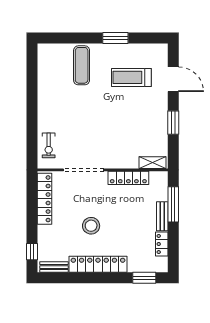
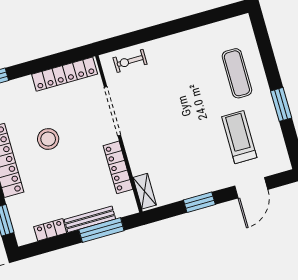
exercise mat: (82, 65) -> (237, 73), turned 90
bench: (162, 216) -> (90, 219), width x1.36

